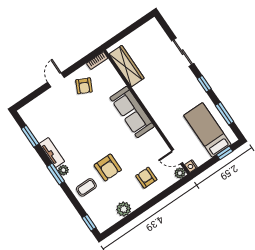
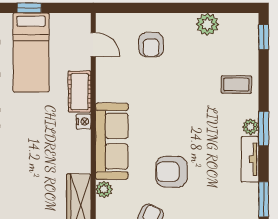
cot: (167, 127) -> (80, 92), added
nightstand: (191, 166) -> (84, 122), moved
armchair: (108, 168) -> (171, 172), moved, turned -90
plant: (180, 173) -> (104, 189), moved

